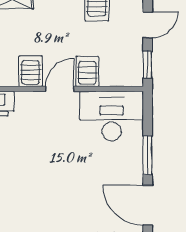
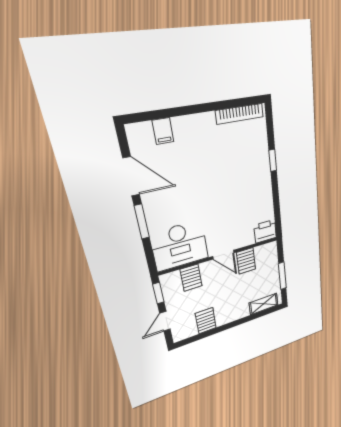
server rack: (87, 72) -> (191, 278), moved
door: (60, 89) -> (223, 255), hinge flipped

